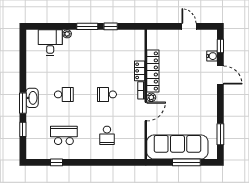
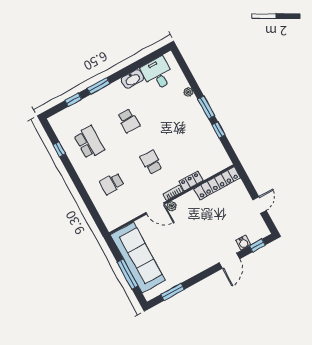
desk: (50, 43) -> (158, 74), moved, turned -90
locker: (153, 71) -> (217, 183), moved
washbasin: (32, 98) -> (132, 79), moved

